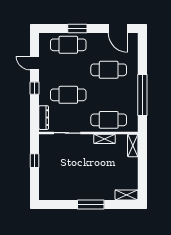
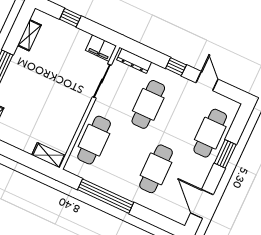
door: (118, 28) -> (202, 204), hinge flipped
door: (35, 63) -> (207, 81), hinge flipped
shelving: (104, 139) -> (29, 35), moved
filing cabinet: (45, 144) -> (101, 48), added
window: (35, 161) -> (70, 18), moved

